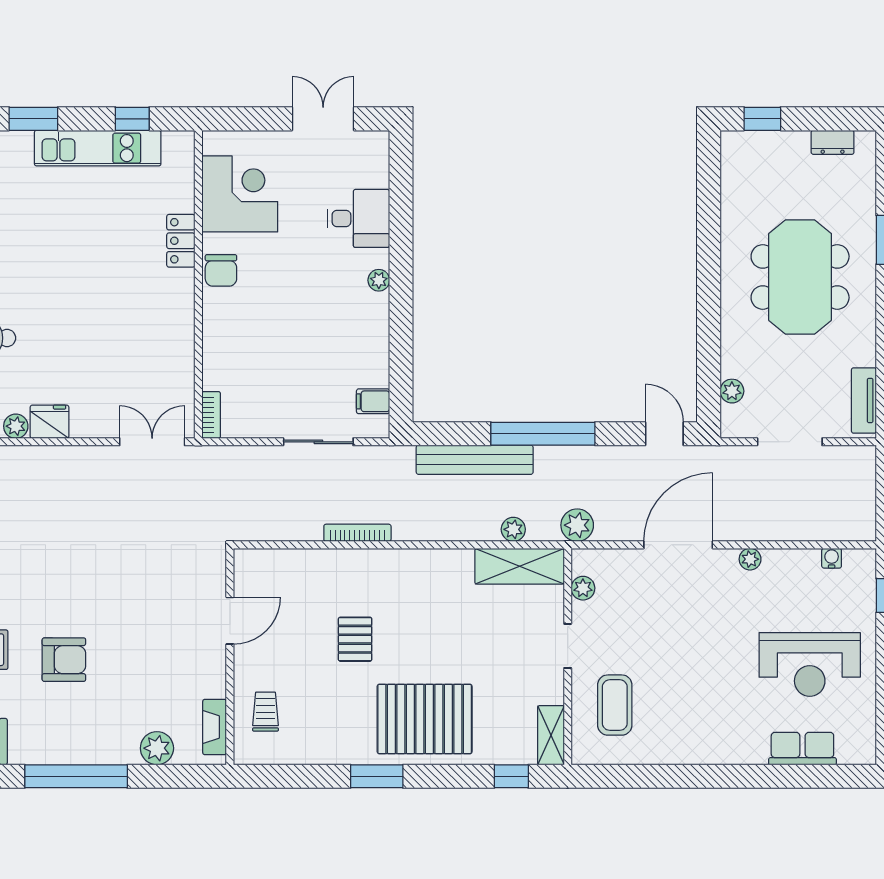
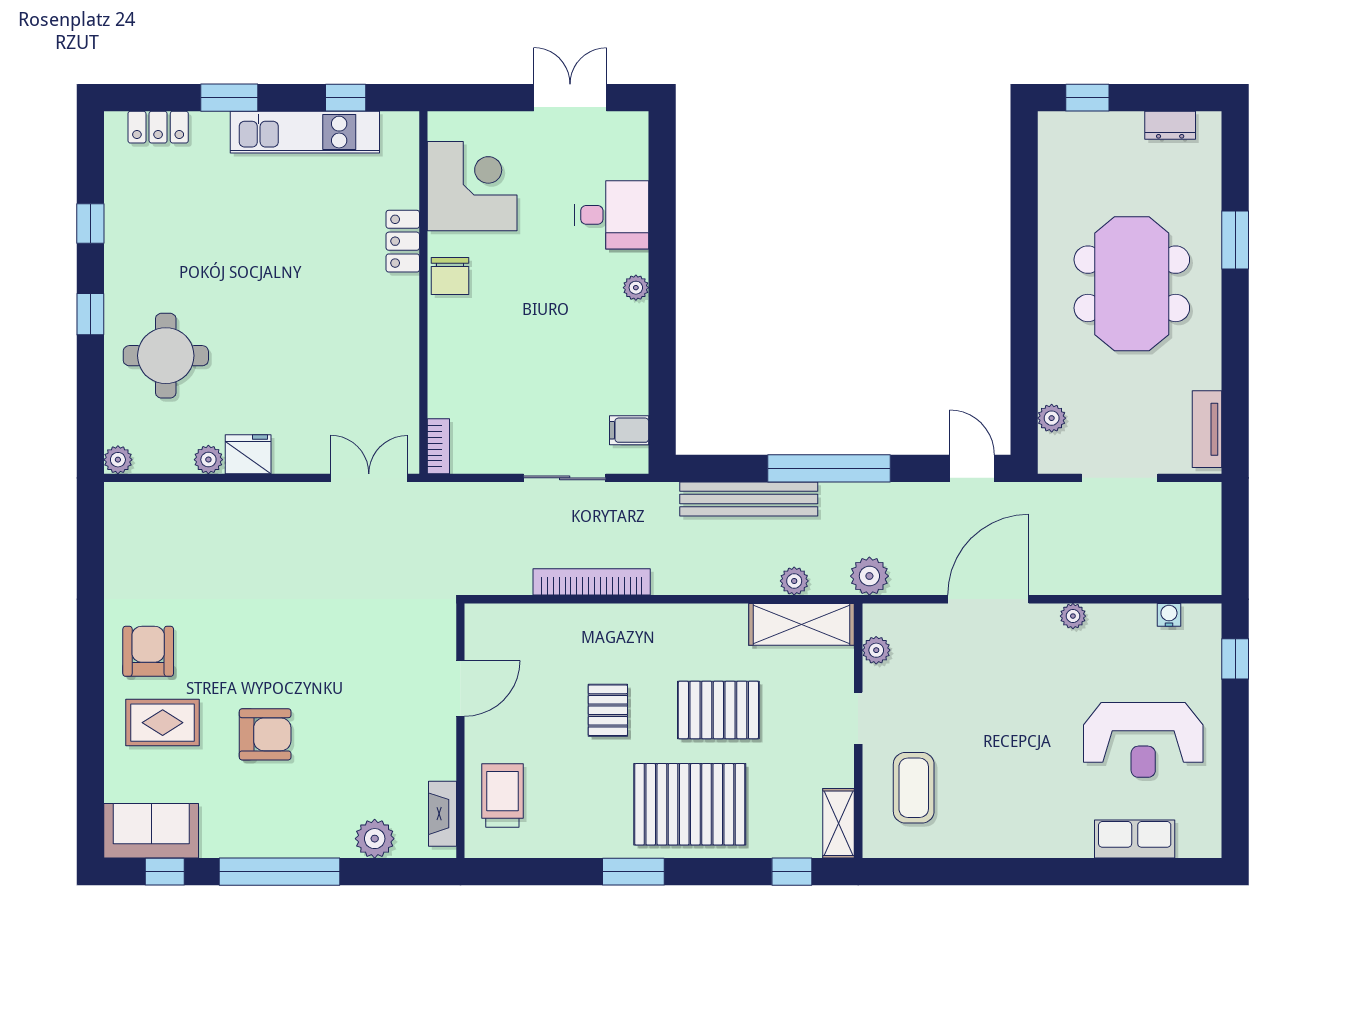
bookcase: (357, 533) -> (592, 582), width x1.48, depth x1.31
pallet: (449, 639) -> (718, 710), added
trolley: (266, 712) -> (502, 796), width x1.36, depth x1.39

